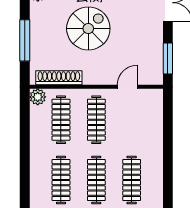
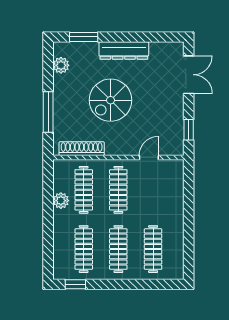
spiral stairs: (88, 28) -> (111, 100), turned 180
window: (168, 59) -> (189, 130), width x0.67
plant: (38, 97) -> (61, 201), moved

